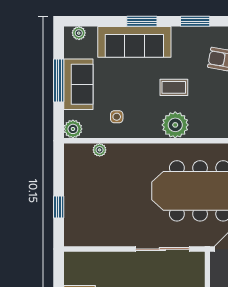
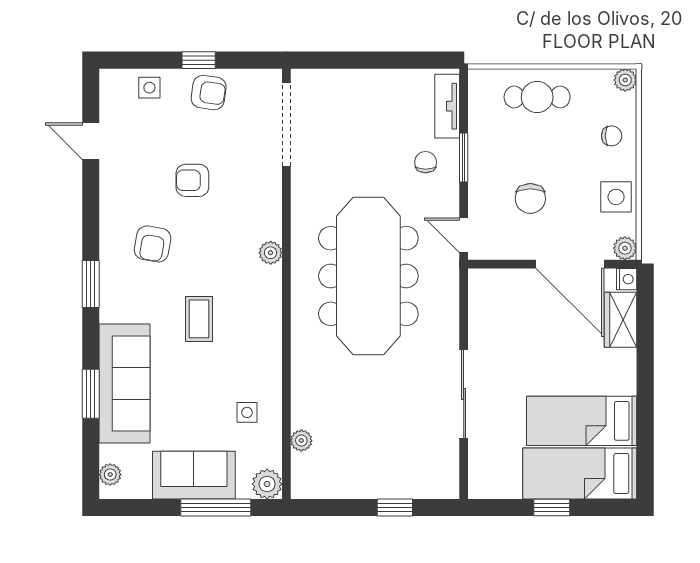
window: (142, 21) -> (91, 394), moved
window: (59, 81) -> (216, 507), moved
plant: (175, 125) -> (271, 253), moved, width x0.53, depth x0.53
sliding door: (162, 249) -> (464, 394), moved

